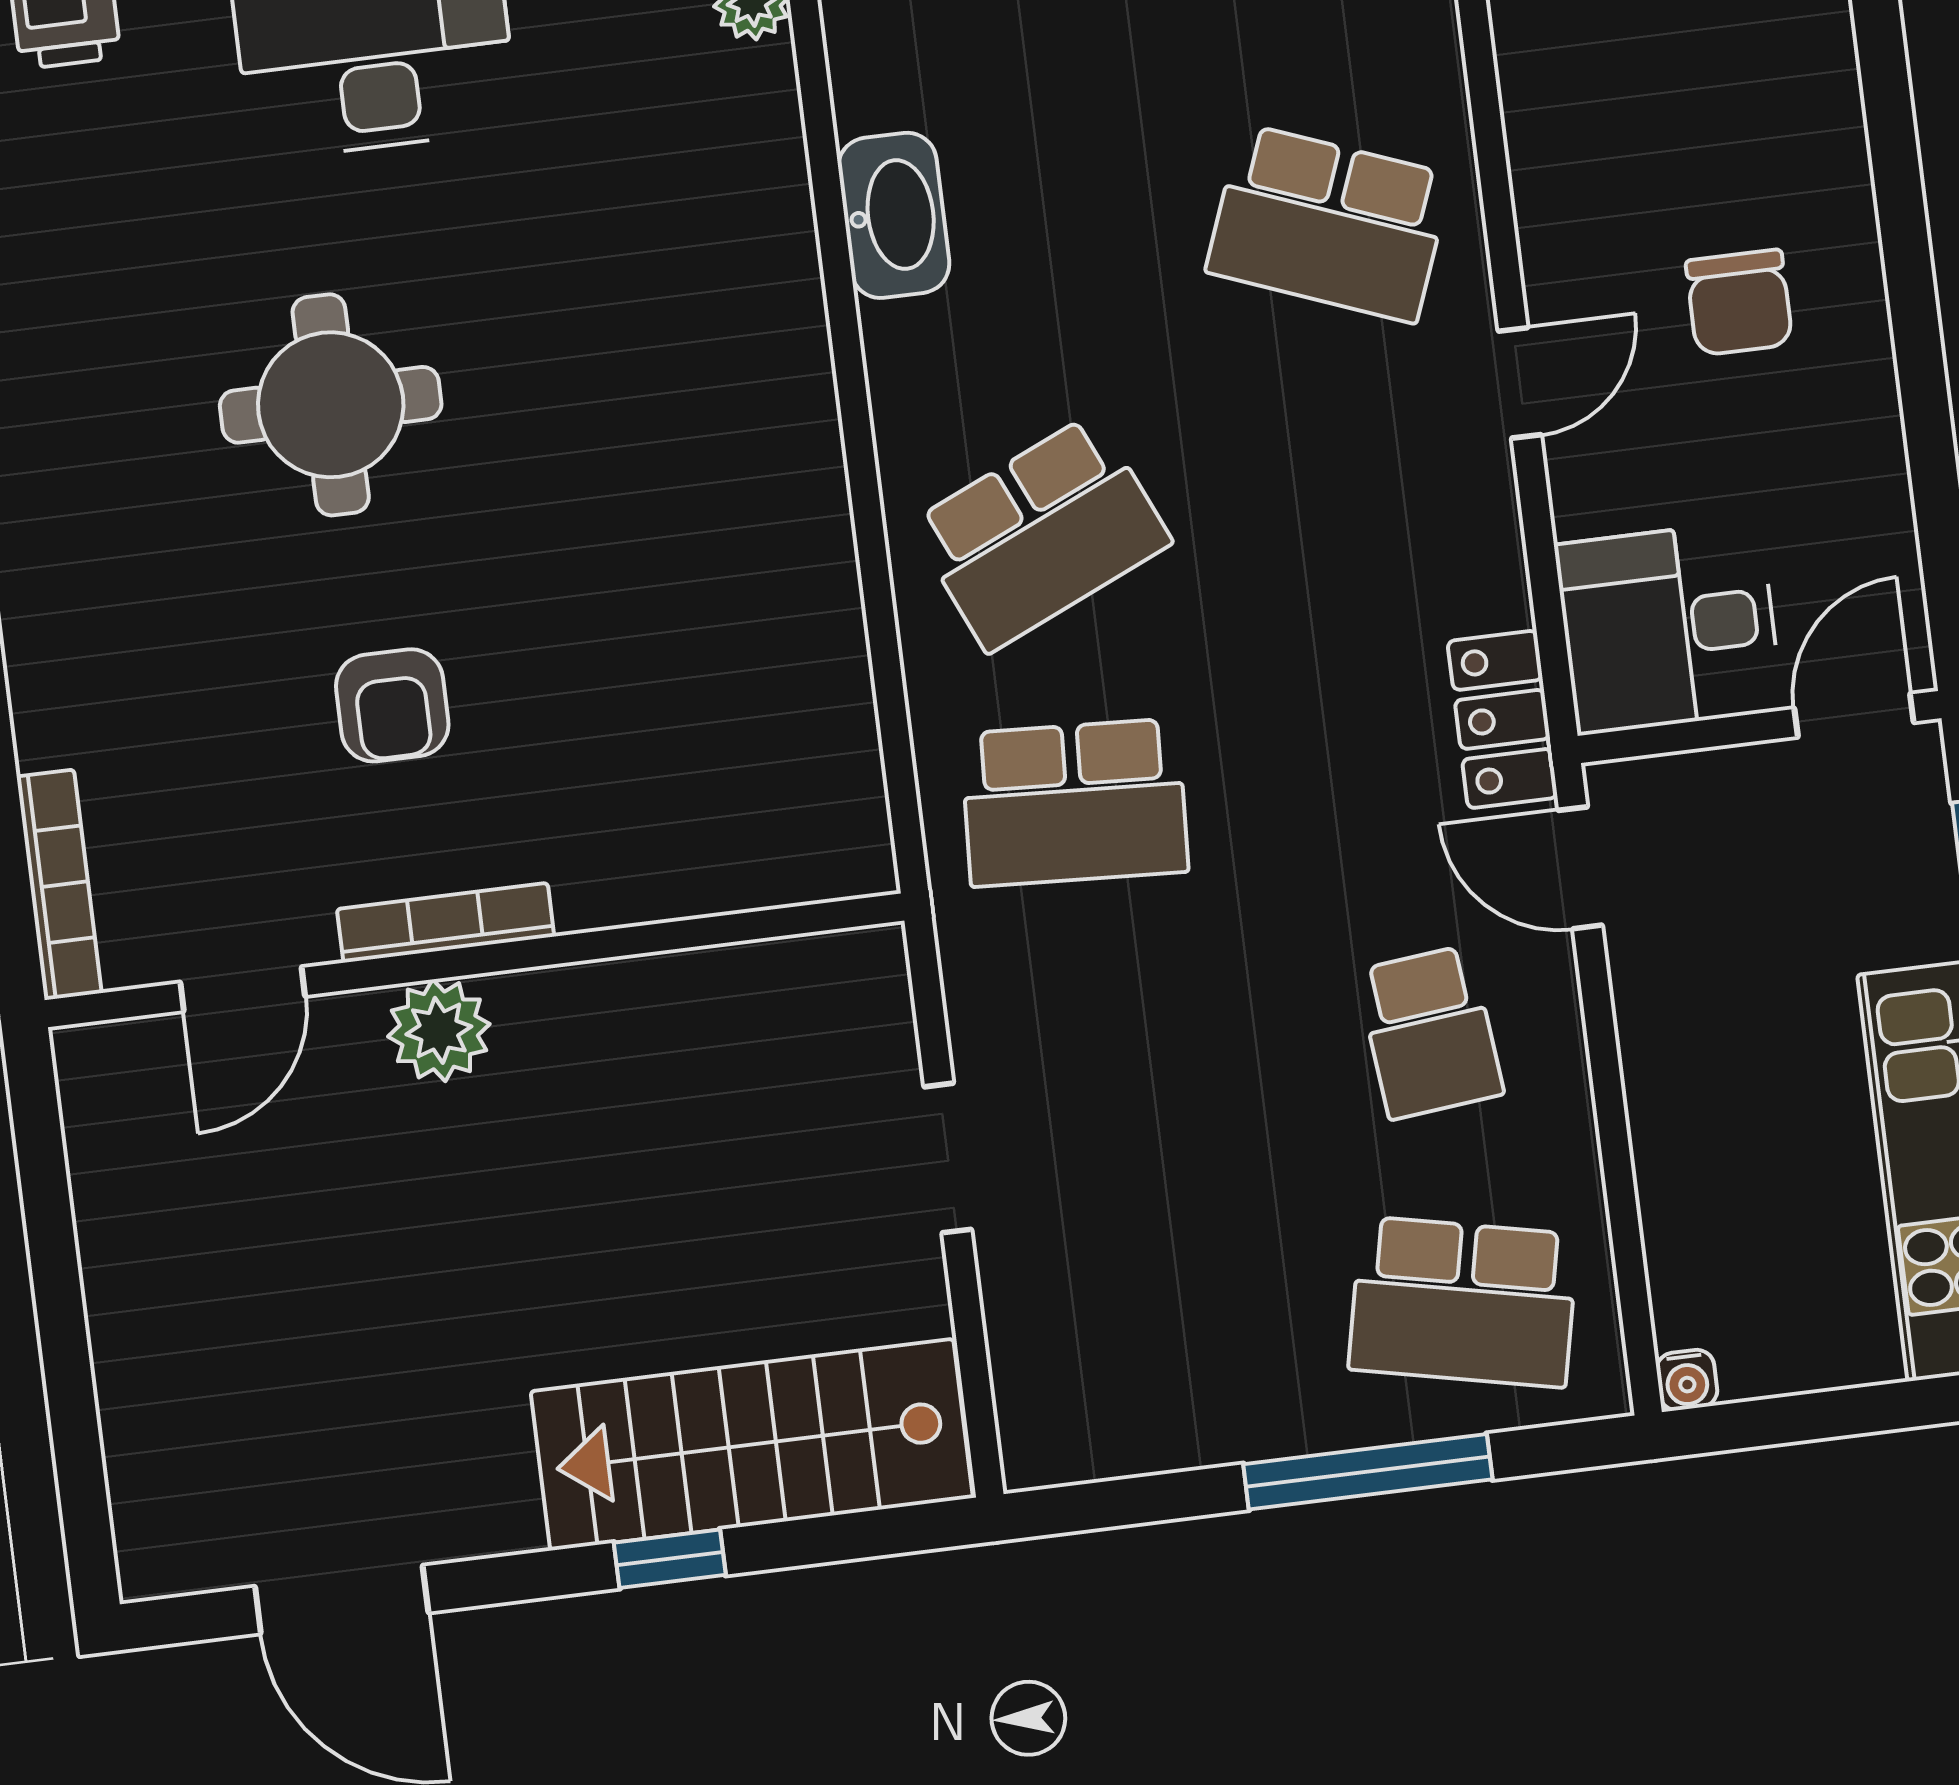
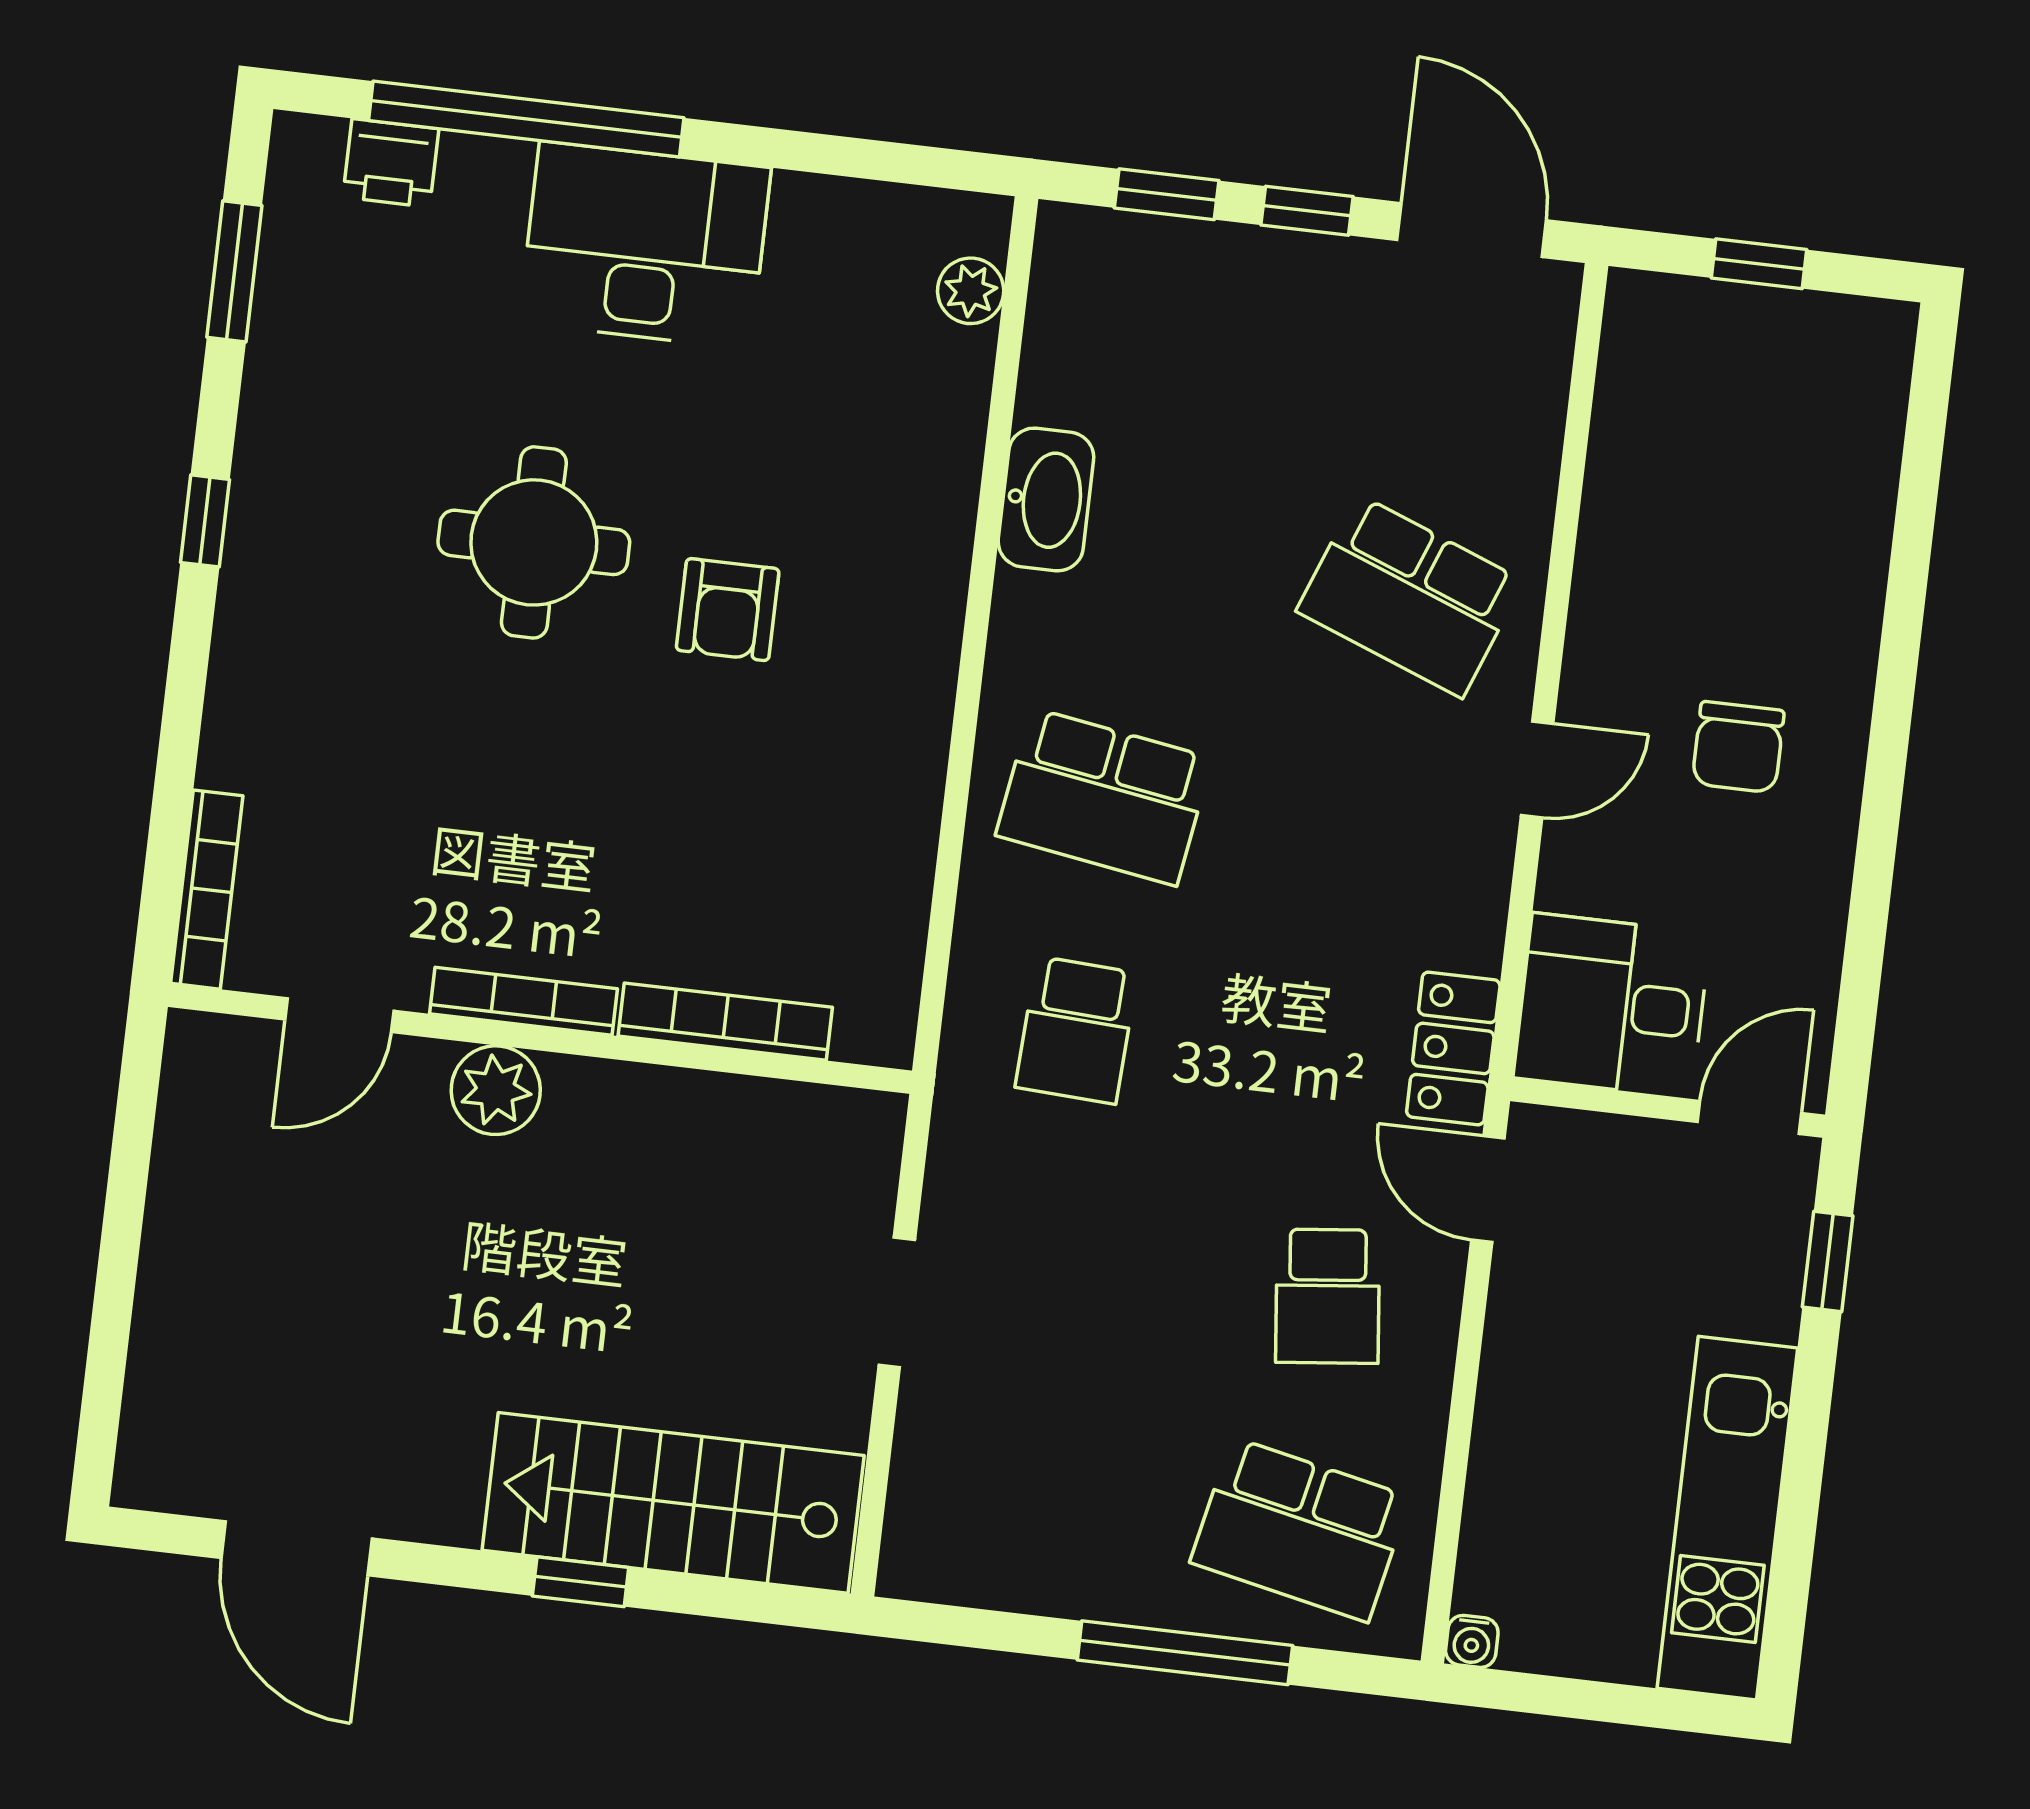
school desk: (1041, 533) -> (1104, 797), turned 33
armchair: (392, 705) -> (728, 610), moved
school desk: (1074, 803) -> (1077, 1030), width x0.54
bookcase: (678, 890) -> (725, 1022), added

